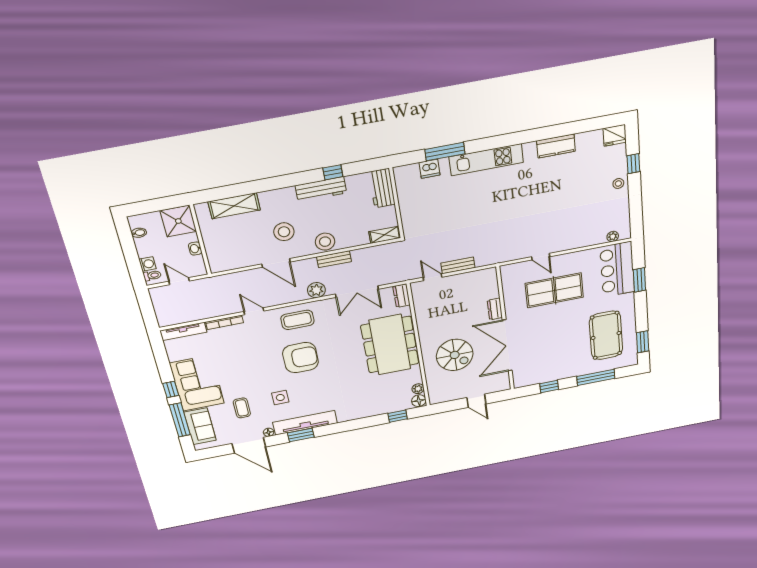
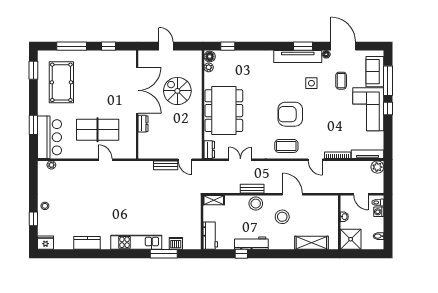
plant: (316, 290) -> (377, 167), moved
double door: (357, 292) -> (240, 160), width x0.73

